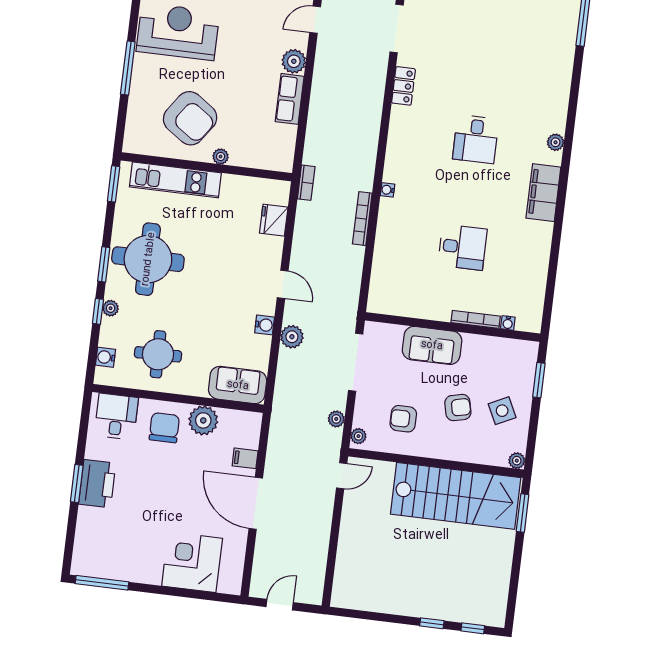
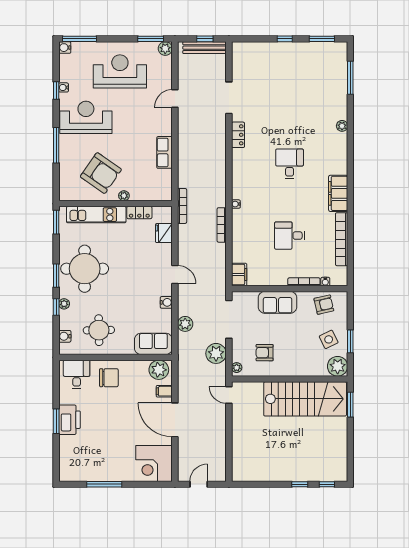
plant: (294, 61) -> (164, 127), removed
desk: (476, 139) -> (290, 164), turned 180
plant: (556, 142) -> (342, 126), moved
bookcase: (306, 183) -> (182, 206), width x1.56
locker: (241, 185) -> (139, 213), added
desk: (462, 247) -> (290, 236), turned 180
bookcase: (540, 262) -> (342, 239), added
filing cabinet: (379, 296) -> (239, 275), added
plant: (292, 337) -> (185, 324), moved
window: (539, 380) -> (350, 341), moved
armchair: (458, 408) -> (324, 305), moved
plant: (336, 419) -> (216, 353), width x1.88, depth x1.88
plant: (203, 420) -> (159, 370), moved
chair: (164, 428) -> (109, 378), turned 90
plant: (517, 461) -> (338, 366), width x1.87, depth x1.87
door: (342, 476) -> (229, 395), swing flipped
corner desk: (192, 562) -> (154, 463), moved, turned -90
window: (102, 583) -> (104, 484), moved

